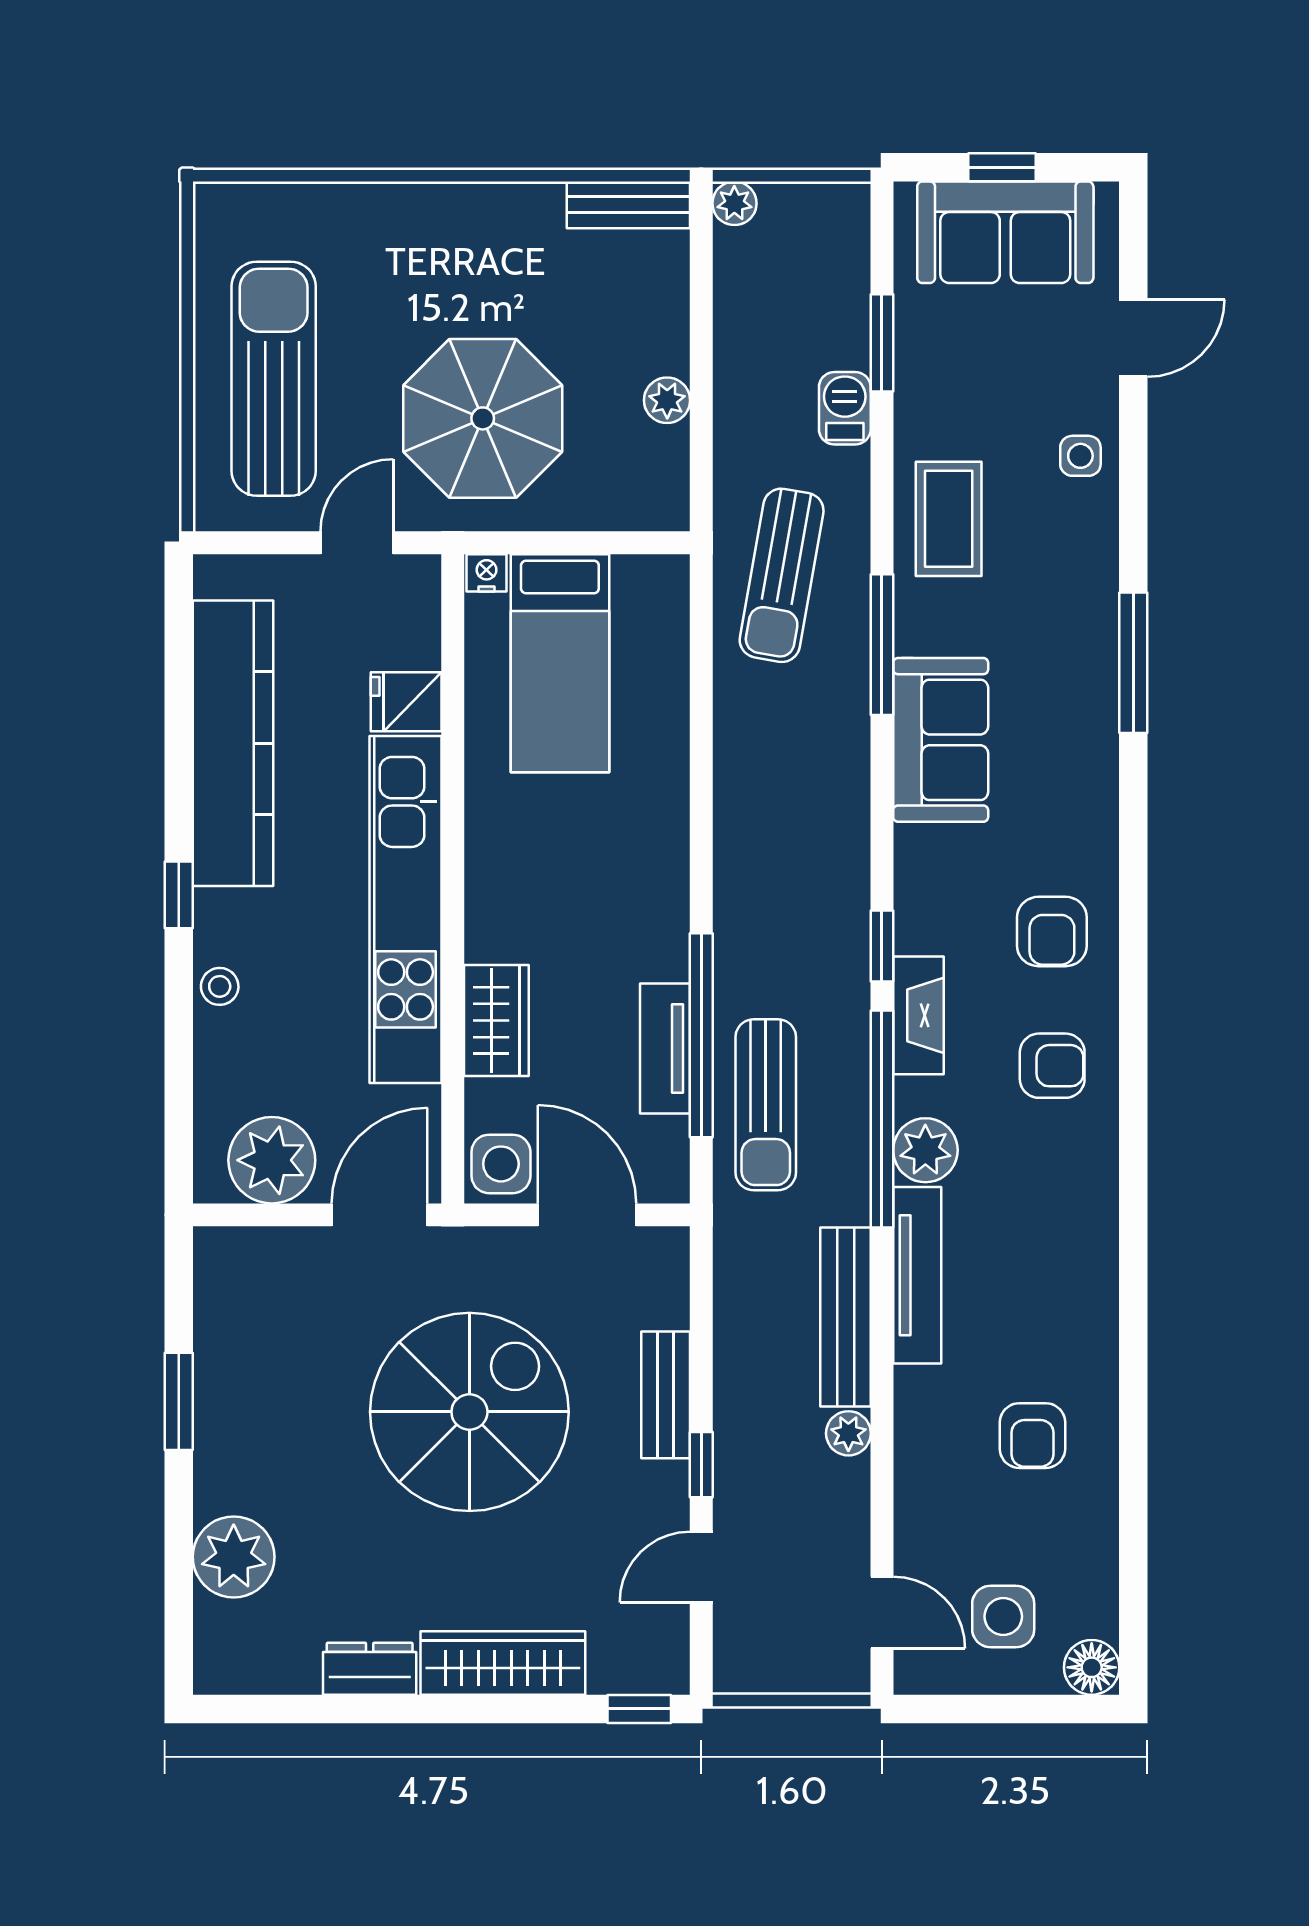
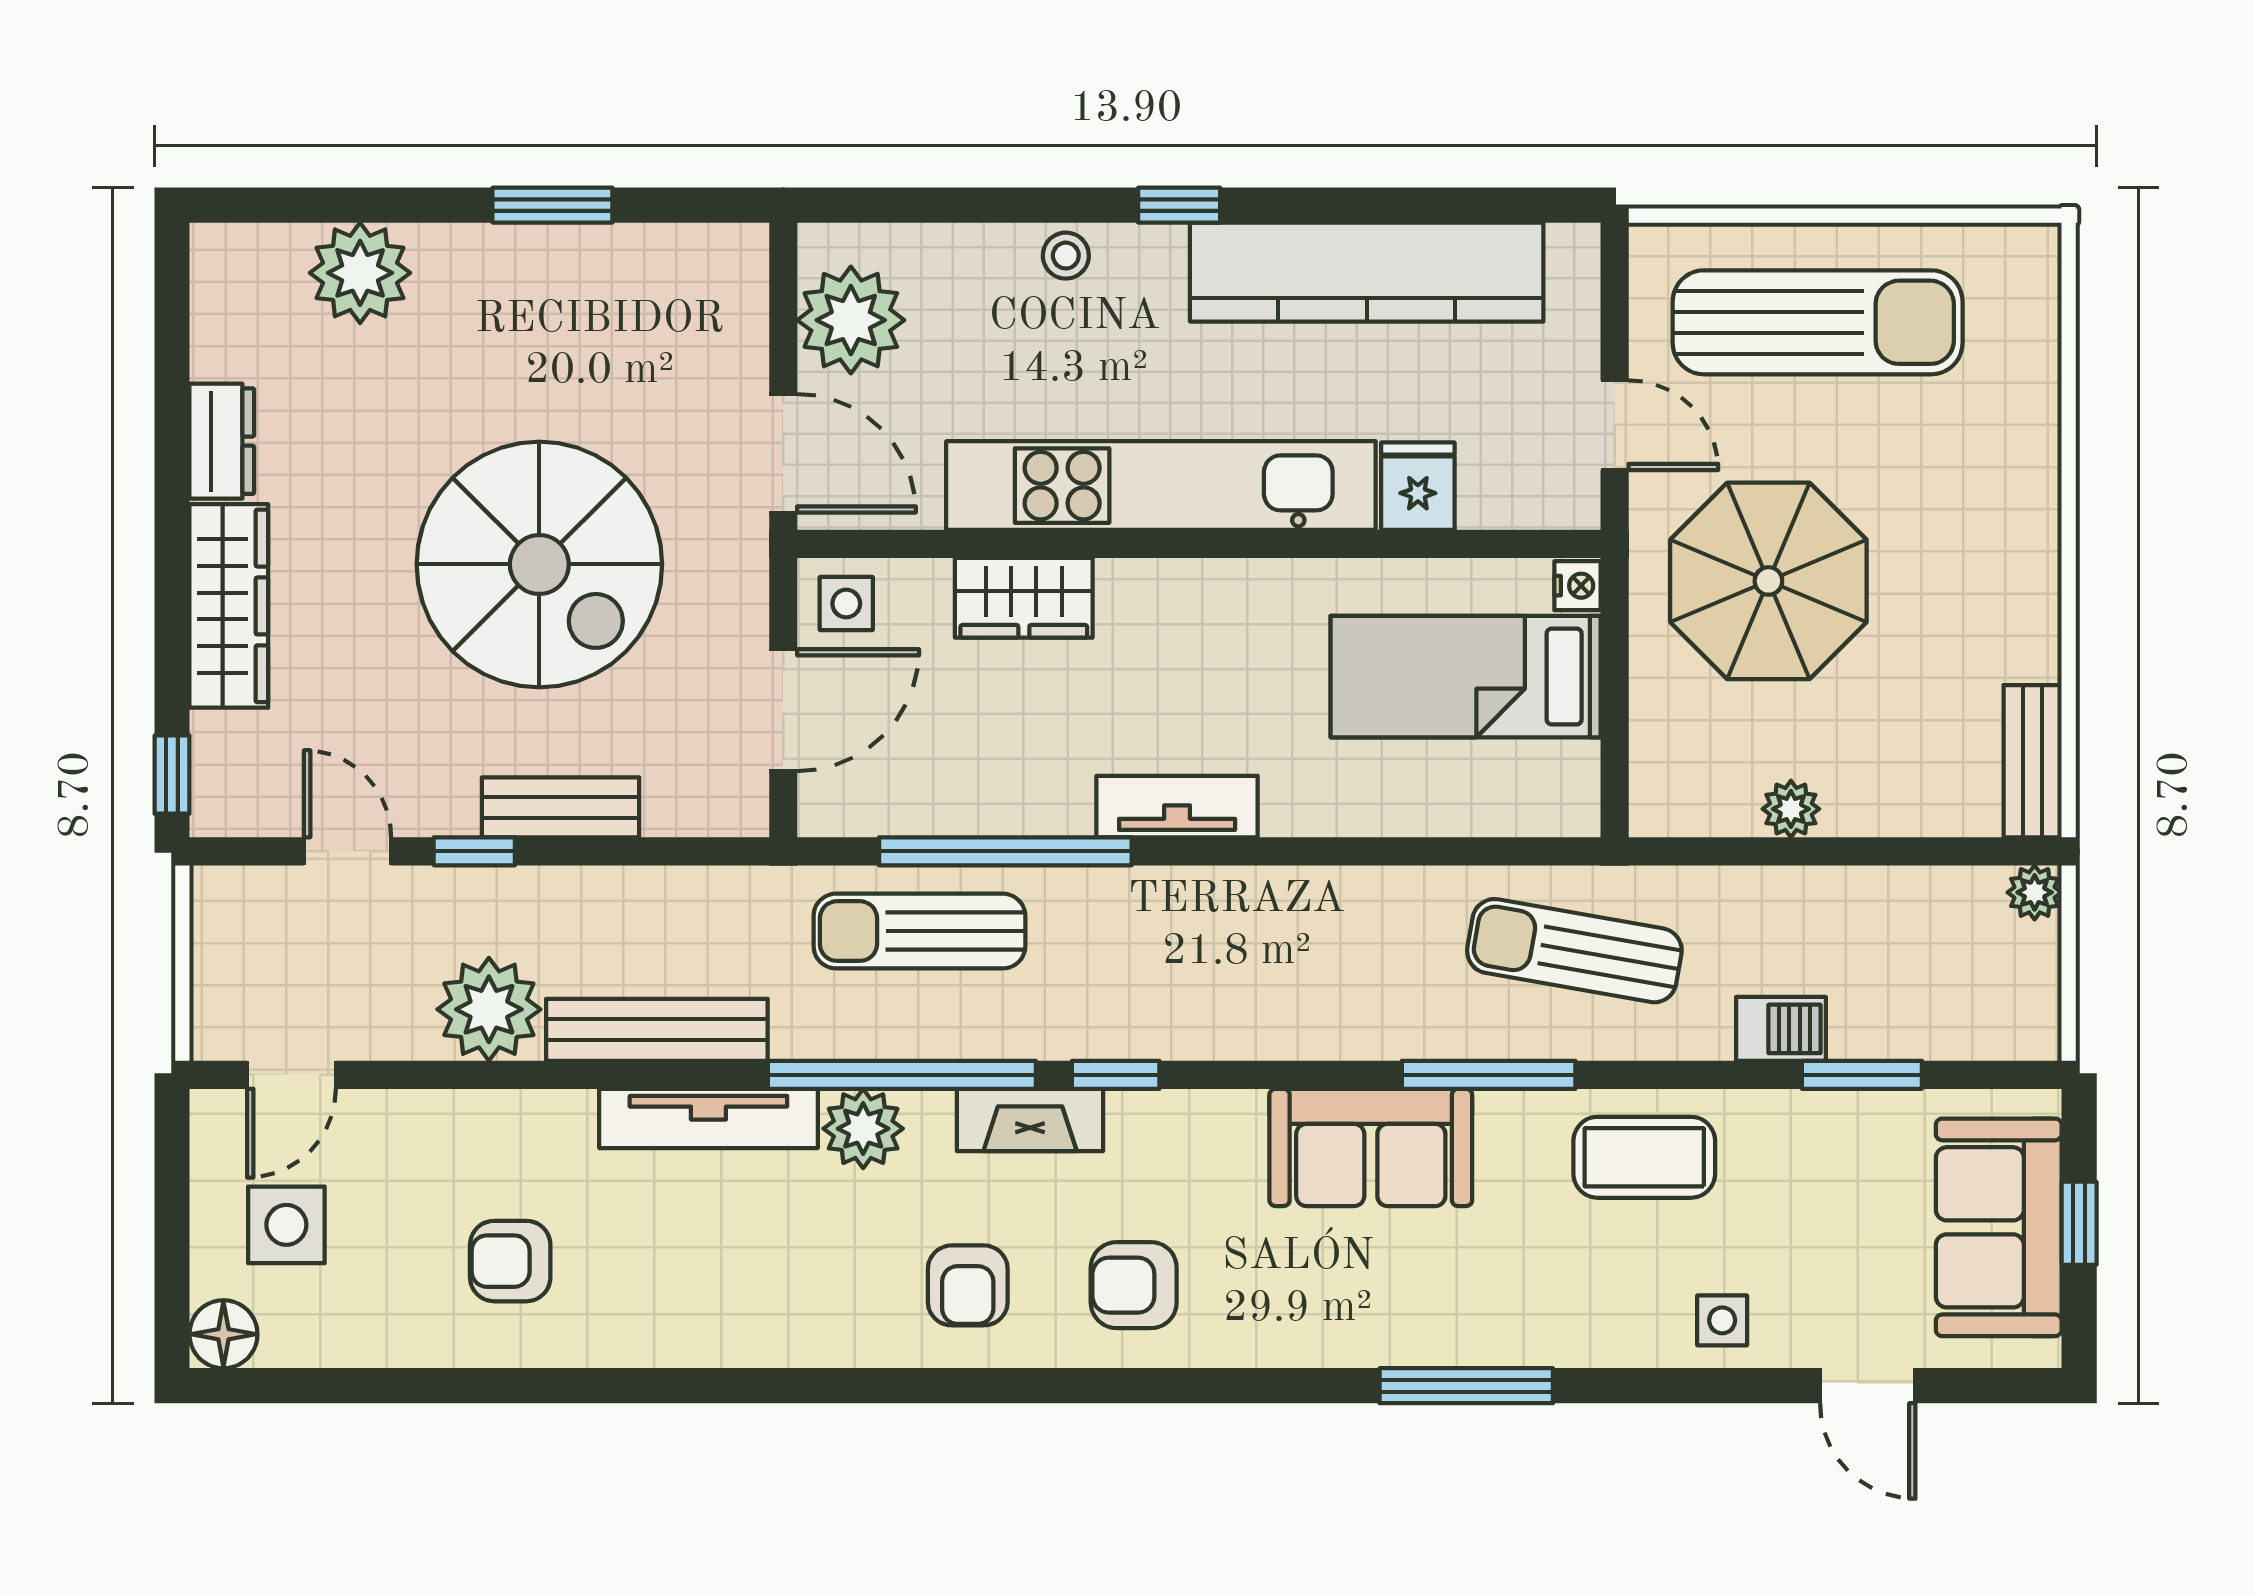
tv unit: (665, 1048) -> (1177, 807), moved
side table: (501, 1164) -> (846, 604), width x0.73, depth x0.73
plant: (848, 1433) -> (489, 1009), width x1.87, depth x1.87

